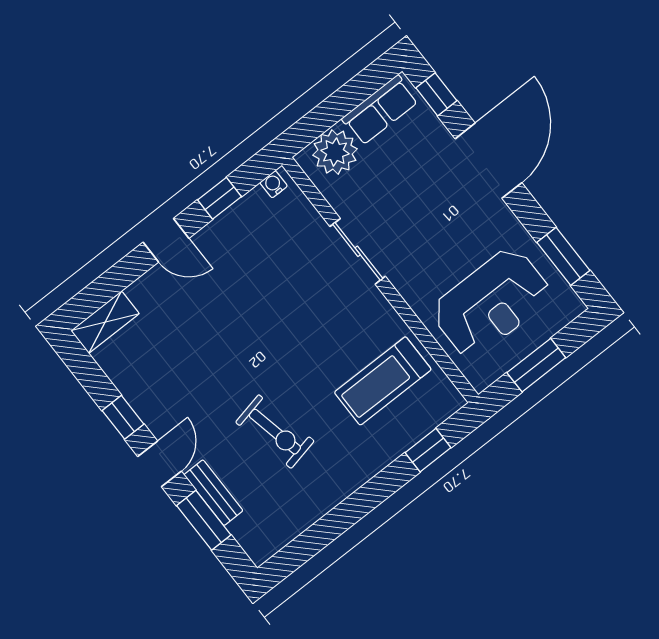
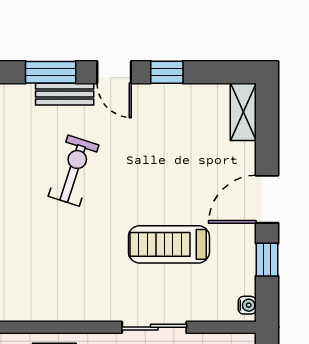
door: (166, 240) -> (267, 199), width x1.38
treadmill: (383, 381) -> (169, 244), moved, turned -90
exercise bike: (275, 432) -> (74, 171), turned 120

